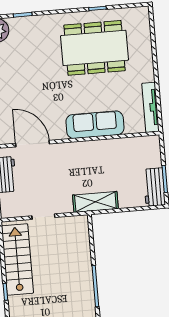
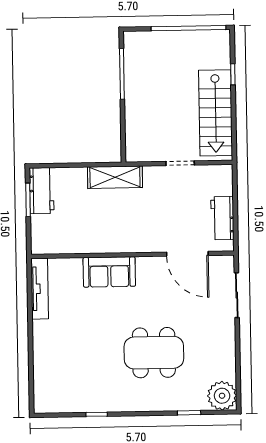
dining table: (95, 48) -> (154, 353), moved, width x0.73, depth x0.80
sofa: (95, 125) -> (109, 272), width x0.73

